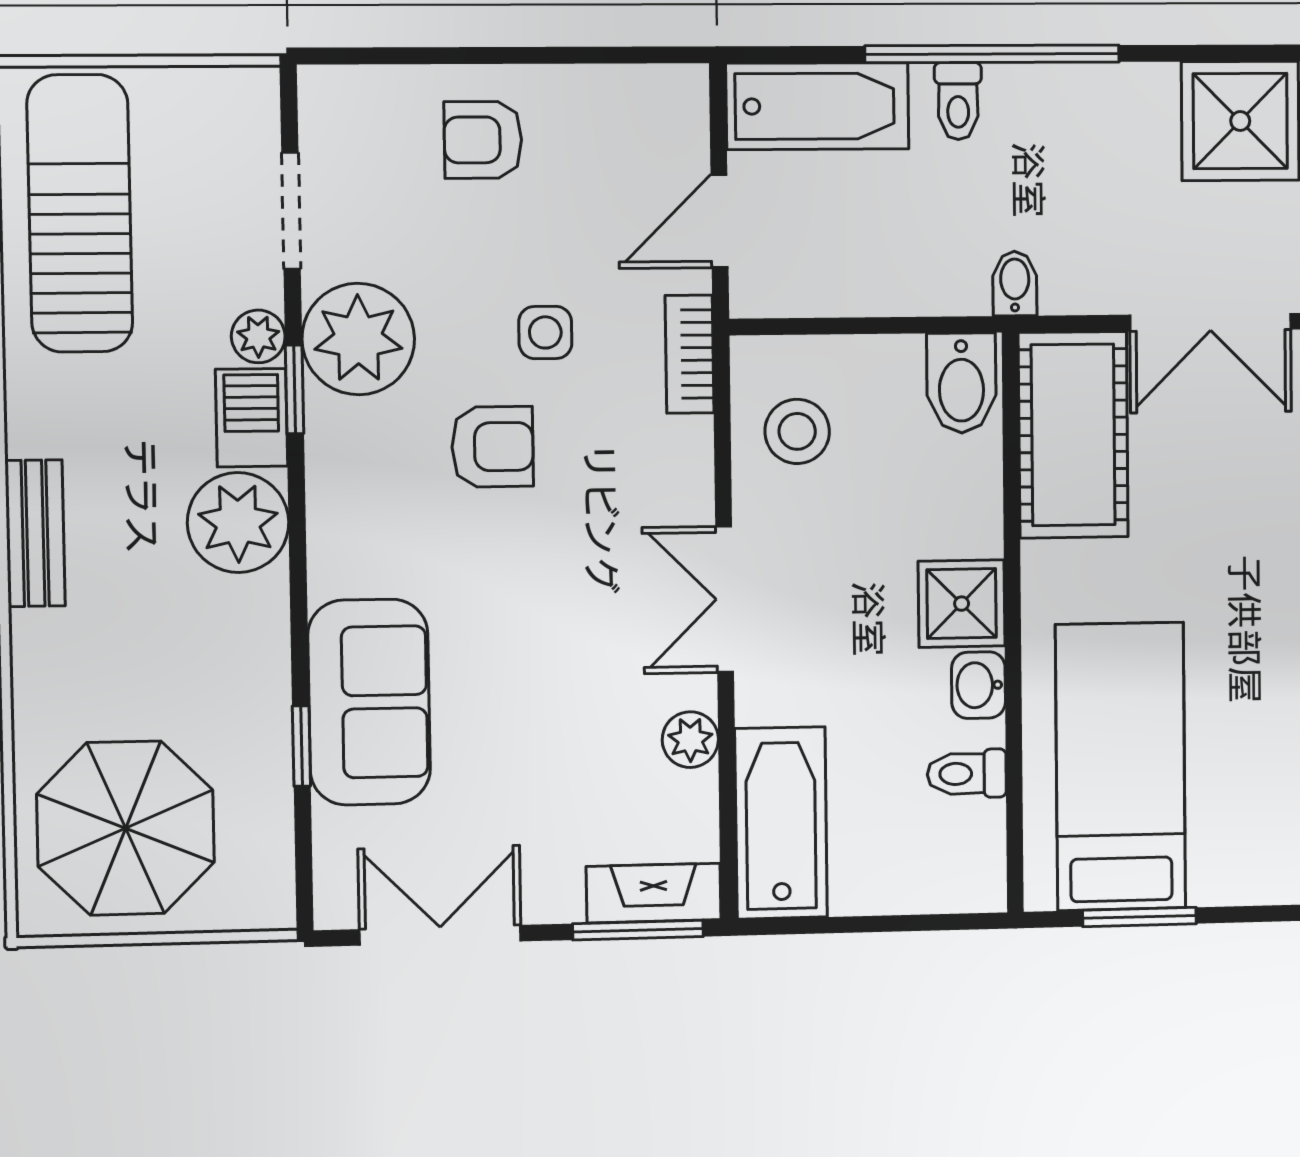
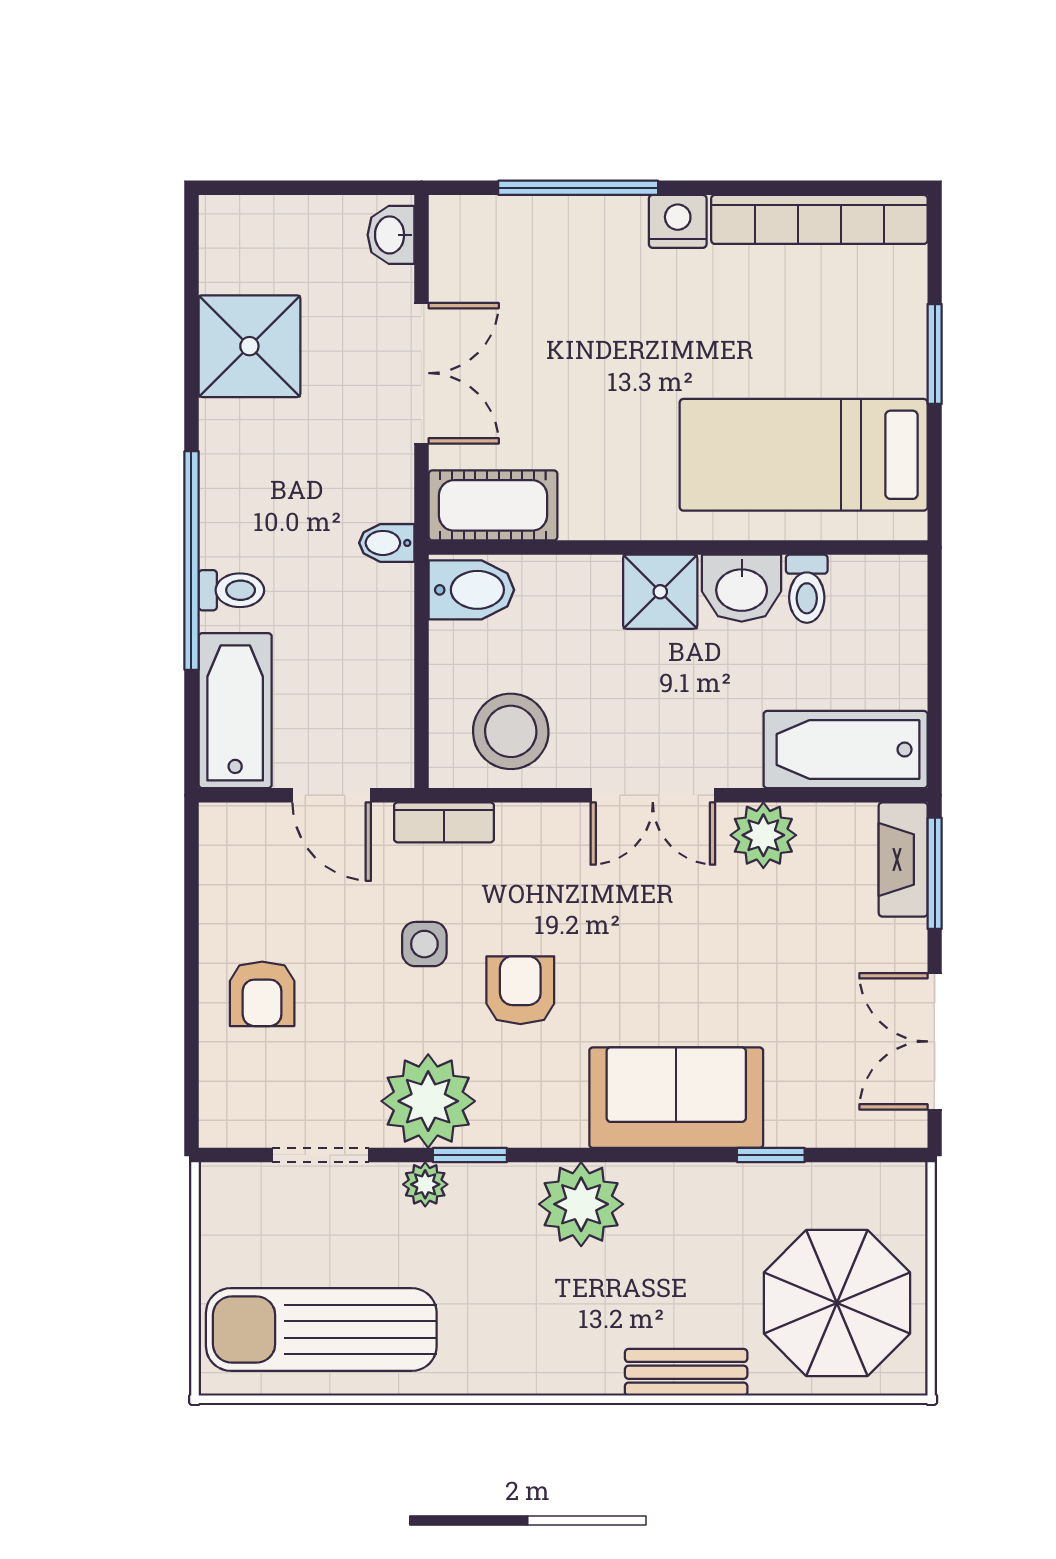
barbecue: (251, 418) -> (493, 1191), removed
stool: (797, 431) -> (511, 731), width x1.38, depth x1.38
cot: (1073, 435) -> (493, 505), width x0.73, depth x0.75
bench: (35, 533) -> (686, 1372), moved
washbasin: (979, 685) -> (742, 588), width x1.38, depth x1.45
sofa: (369, 702) -> (676, 1098), moved
plant: (690, 740) -> (763, 835), width x1.38, depth x1.38
window: (1139, 917) -> (935, 354), moved

